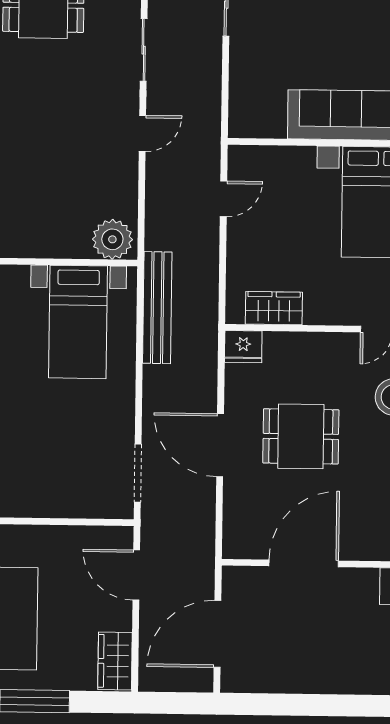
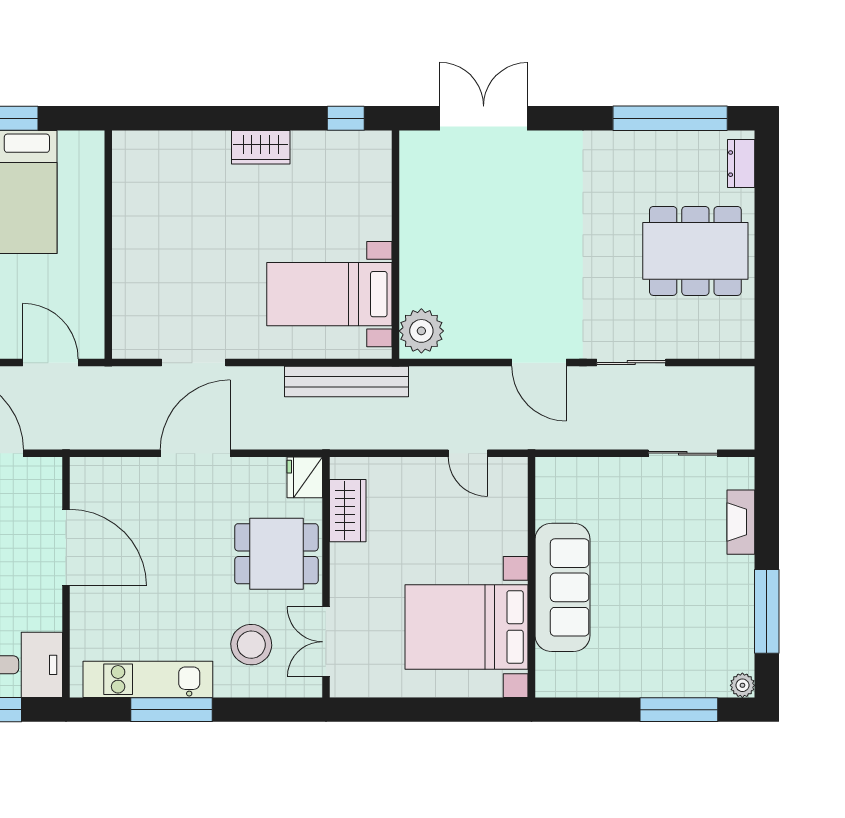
door: (142, 133) -> (539, 363), width x1.38
dining table: (301, 436) -> (276, 554), moved, turned 90
doorway: (138, 473) -> (194, 363), moved
door: (136, 575) -> (50, 363), hinge flipped

